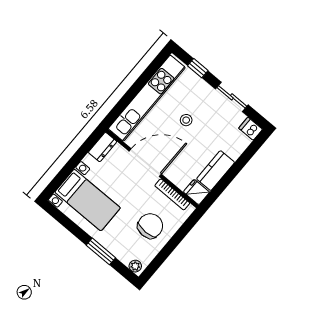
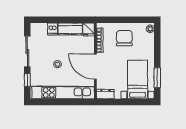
sliding door: (232, 97) -> (27, 51), width x1.37
dishwasher: (251, 129) -> (53, 29), moved
chair: (150, 226) -> (124, 38), turned 90
window: (101, 251) -> (157, 78), moved

